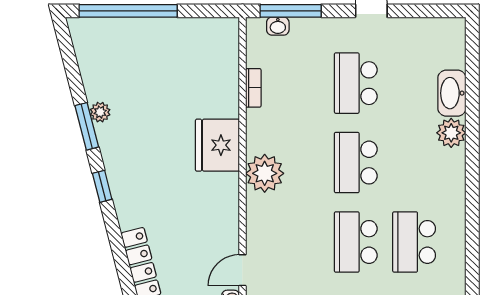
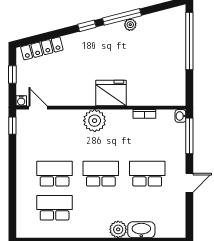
washbasin: (278, 26) -> (180, 116), moved
window: (87, 126) -> (122, 17), width x1.44

